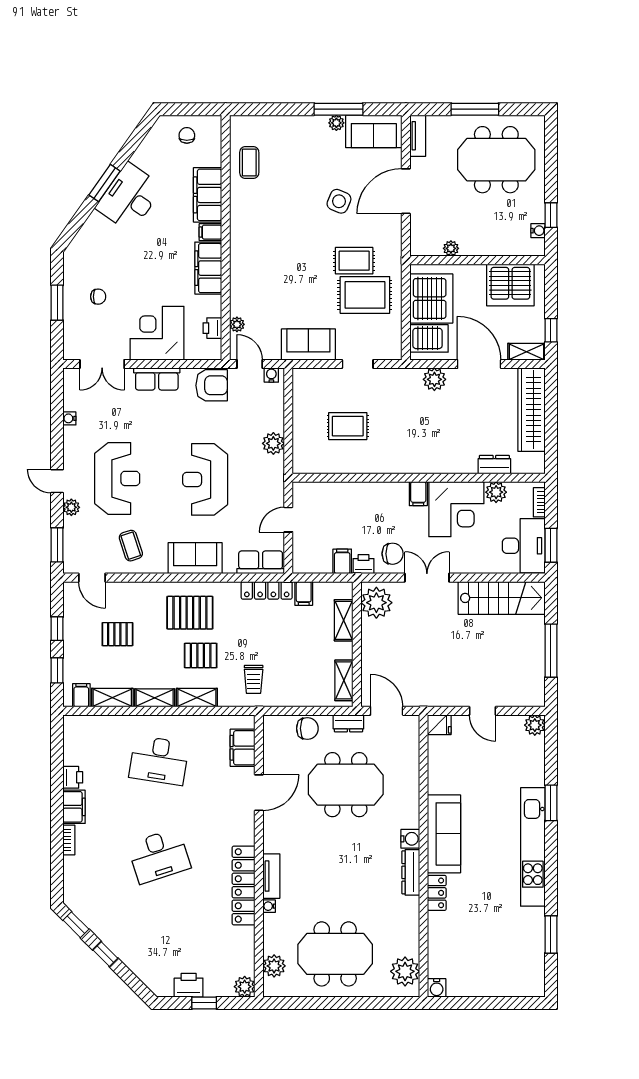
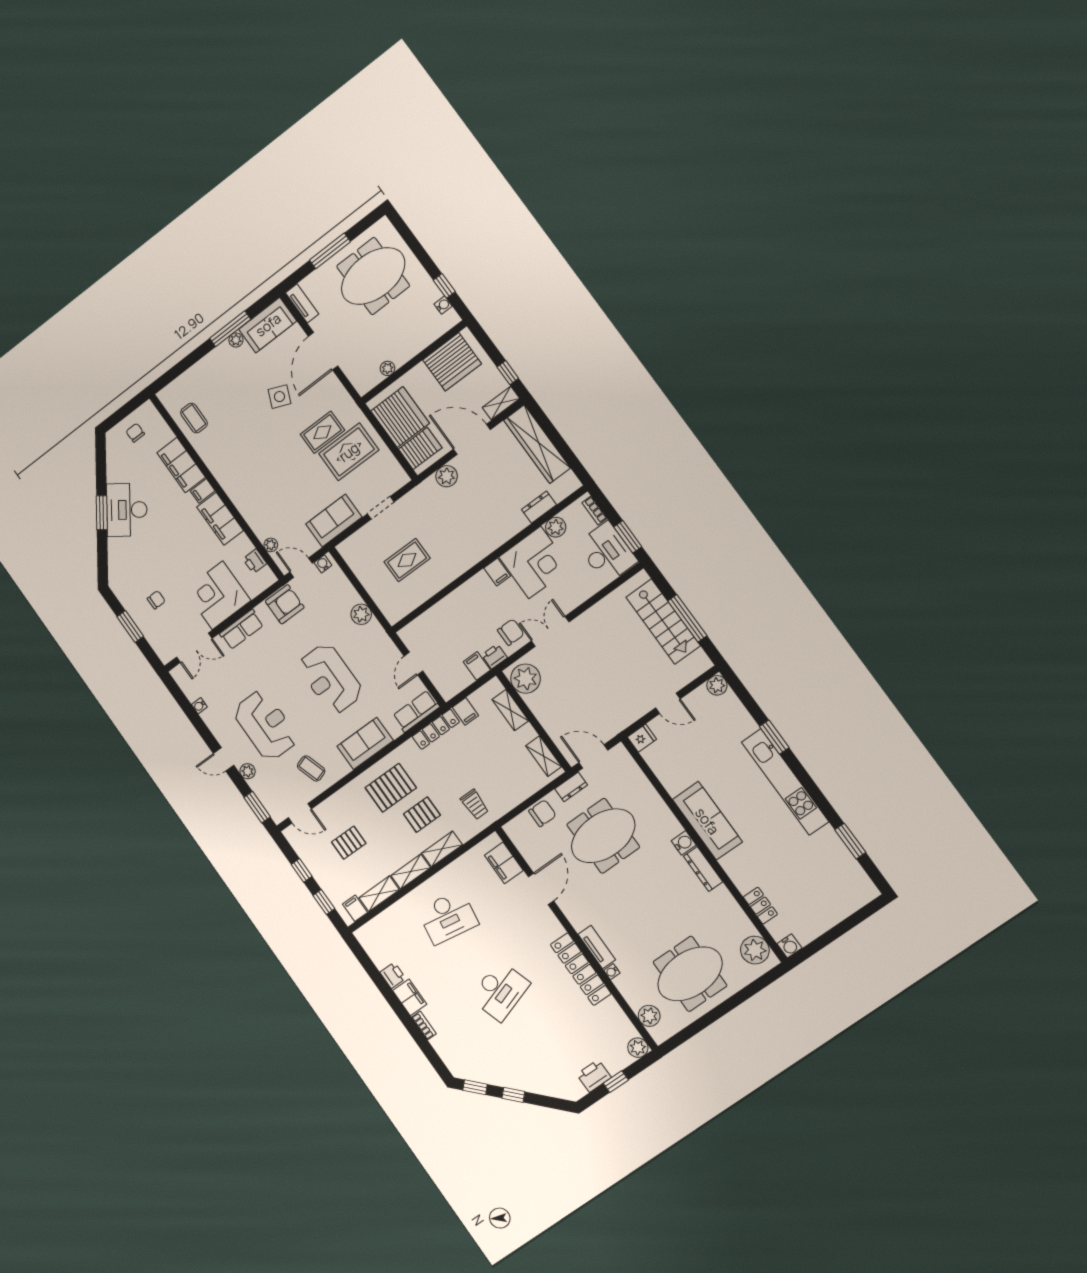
stairs: (502, 598) -> (663, 621), moved, turned 90
locker: (437, 893) -> (760, 906), moved

